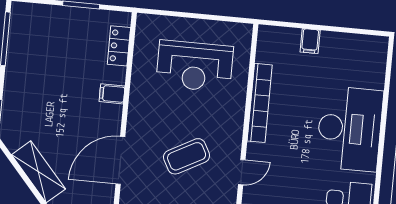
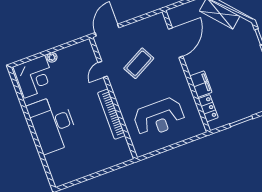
filing cabinet: (310, 41) -> (99, 164), removed
reception desk: (195, 66) -> (159, 117), turned 180
filing cabinet: (112, 94) -> (201, 84), width x2.00

